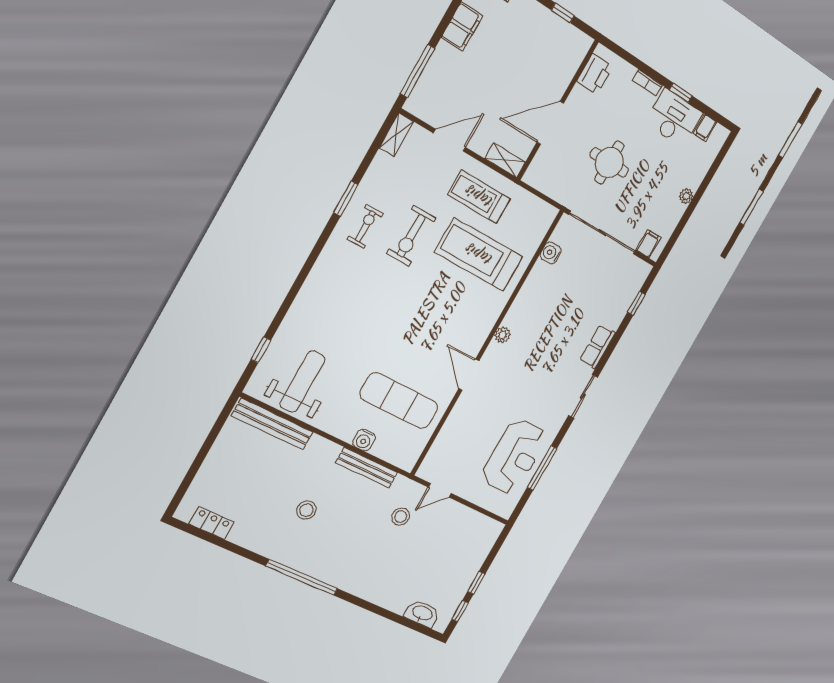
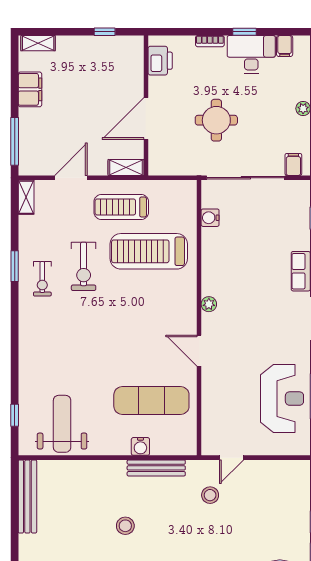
exercise bike: (365, 226) -> (42, 279), turned 180
bench: (272, 424) -> (27, 496), moved, turned 90

